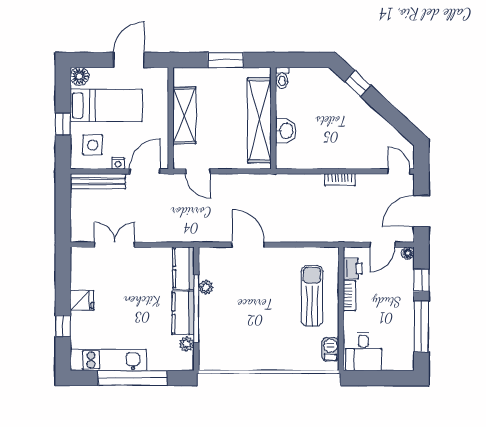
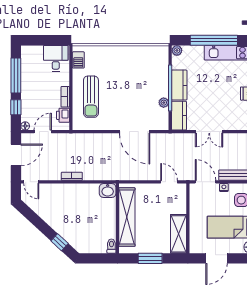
shelving: (184, 115) -> (178, 234), moved
washbasin: (286, 131) -> (108, 190), moved, turned -90
door: (145, 171) -> (206, 182), swing flipped
double door: (115, 245) -> (209, 132), moved
door: (248, 245) -> (135, 132), width x1.36
plant: (187, 344) -> (177, 50), moved

